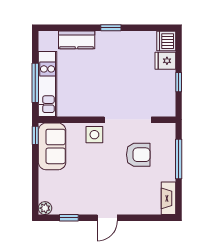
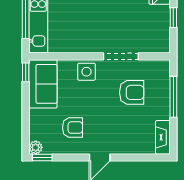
doorway: (128, 120) -> (121, 56), width x0.73
armchair: (81, 189) -> (72, 128), added
window: (69, 218) -> (42, 157), moved

